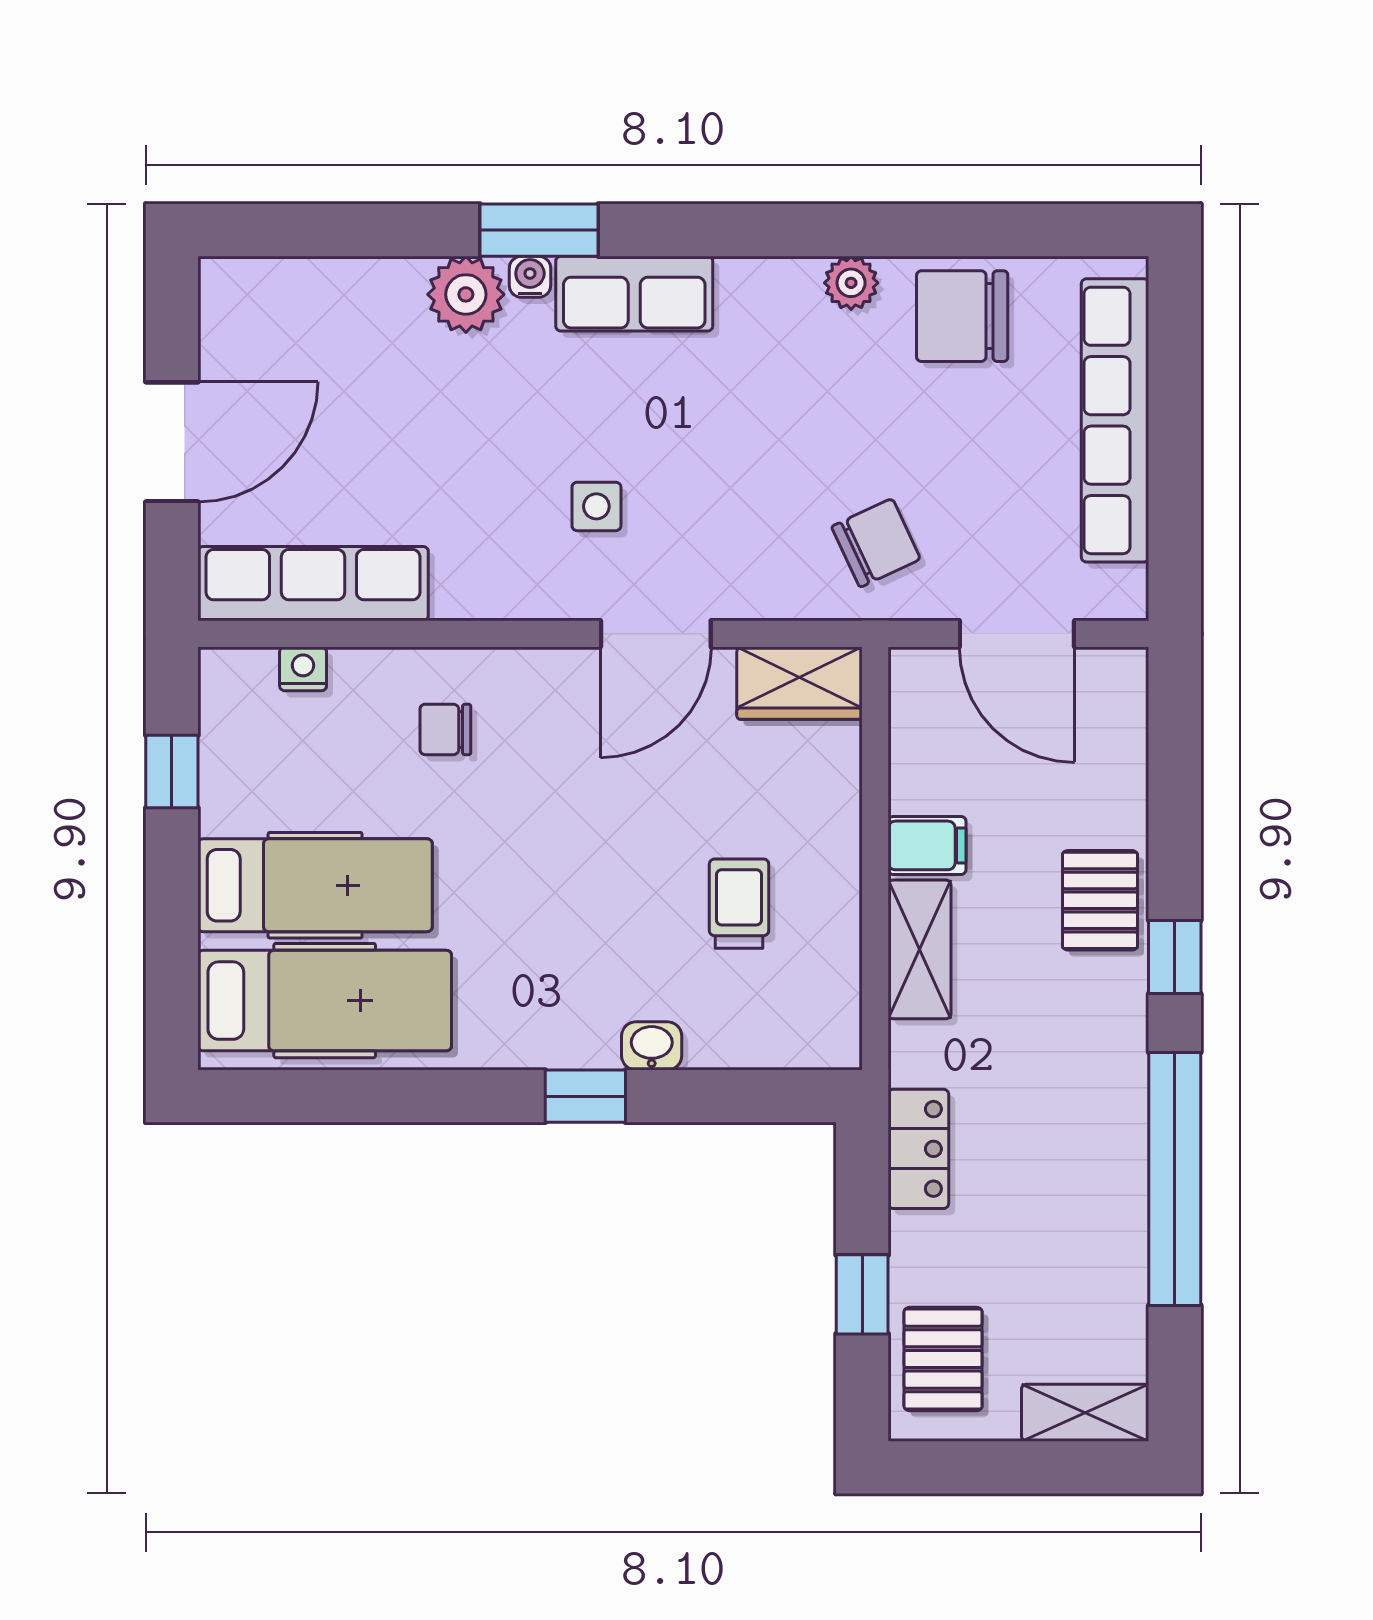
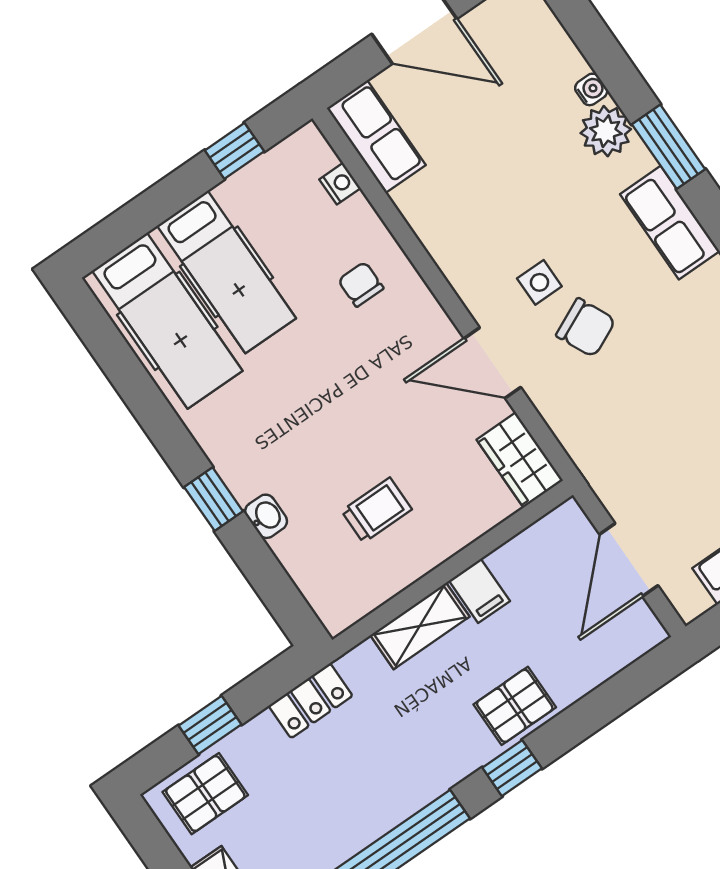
water cooler: (530, 277) -> (591, 89), moved
chair: (876, 543) -> (586, 328), moved
row of seats: (313, 584) -> (376, 137), width x0.68

